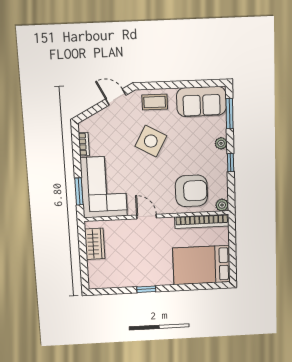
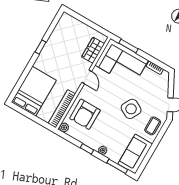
door: (147, 217) -> (87, 77), hinge flipped
wardrobe: (95, 244) -> (93, 50), moved, turned 90

